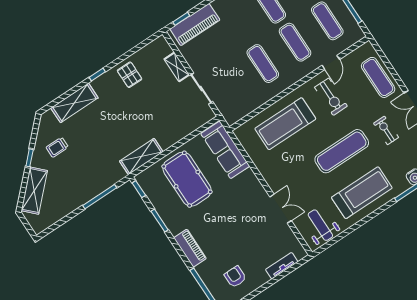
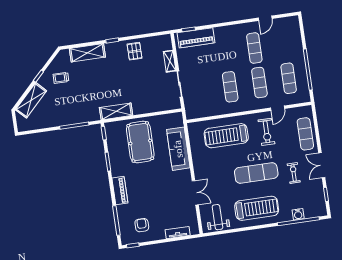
sofa: (225, 150) -> (178, 149), moved

